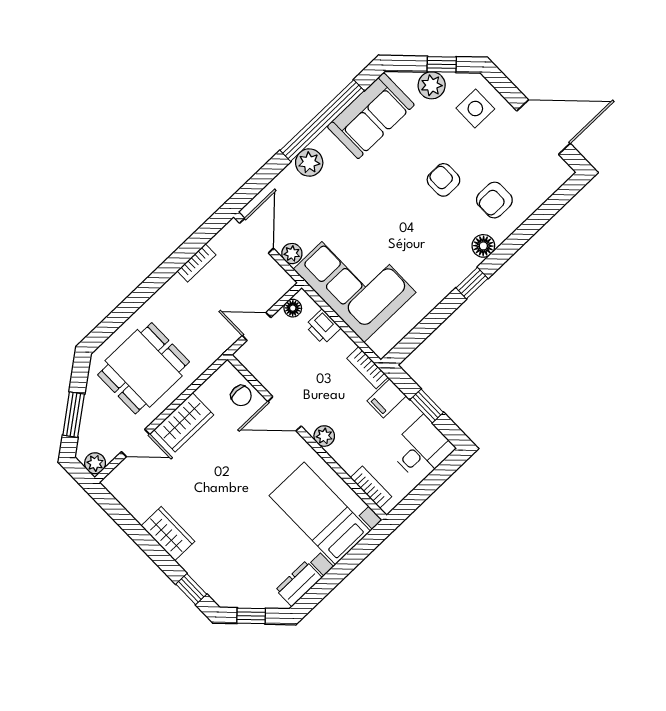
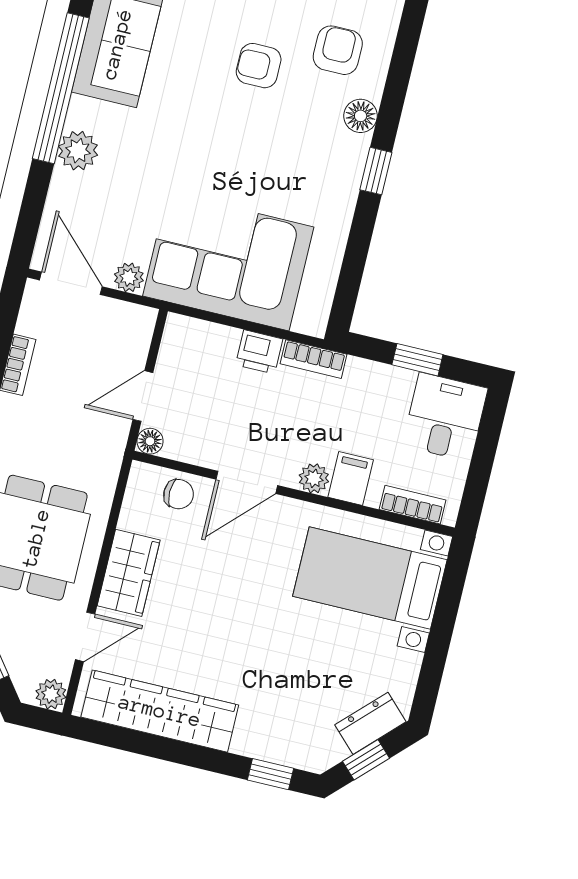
armchair: (494, 200) -> (338, 50), turned 180
floor lamp: (293, 308) -> (150, 441), moved
printer: (323, 327) -> (259, 352), moved
filing cabinet: (387, 398) -> (351, 478), moved, turned 180
wardrobe: (168, 534) -> (160, 711), width x2.10, depth x1.17
dresser: (299, 584) -> (370, 723), moved, turned 45

